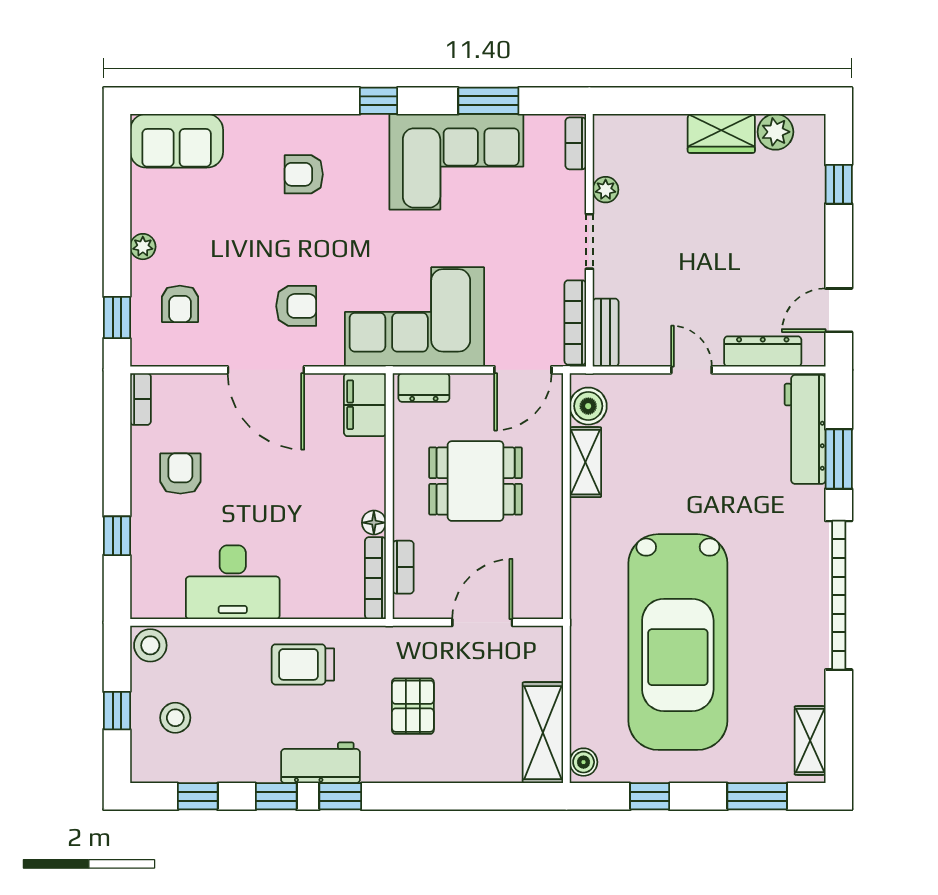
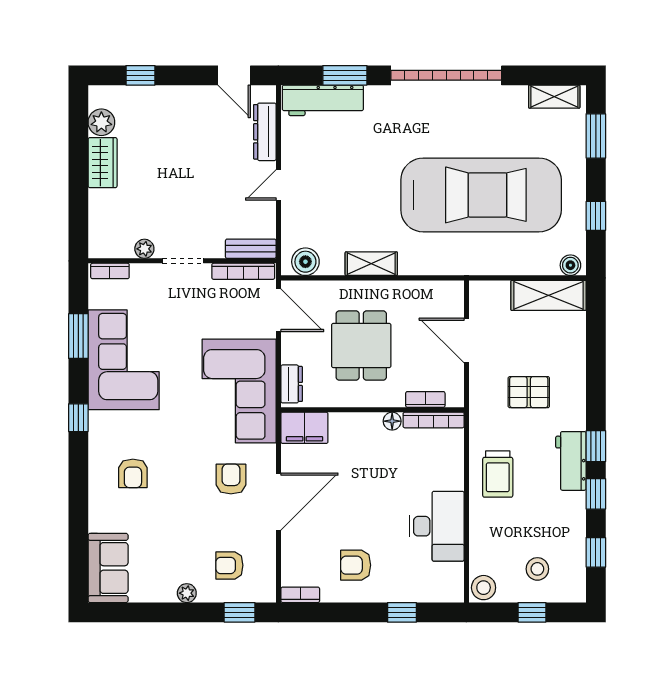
armchair: (180, 304) -> (229, 565), turned 180
shelving: (585, 462) -> (371, 264), moved

